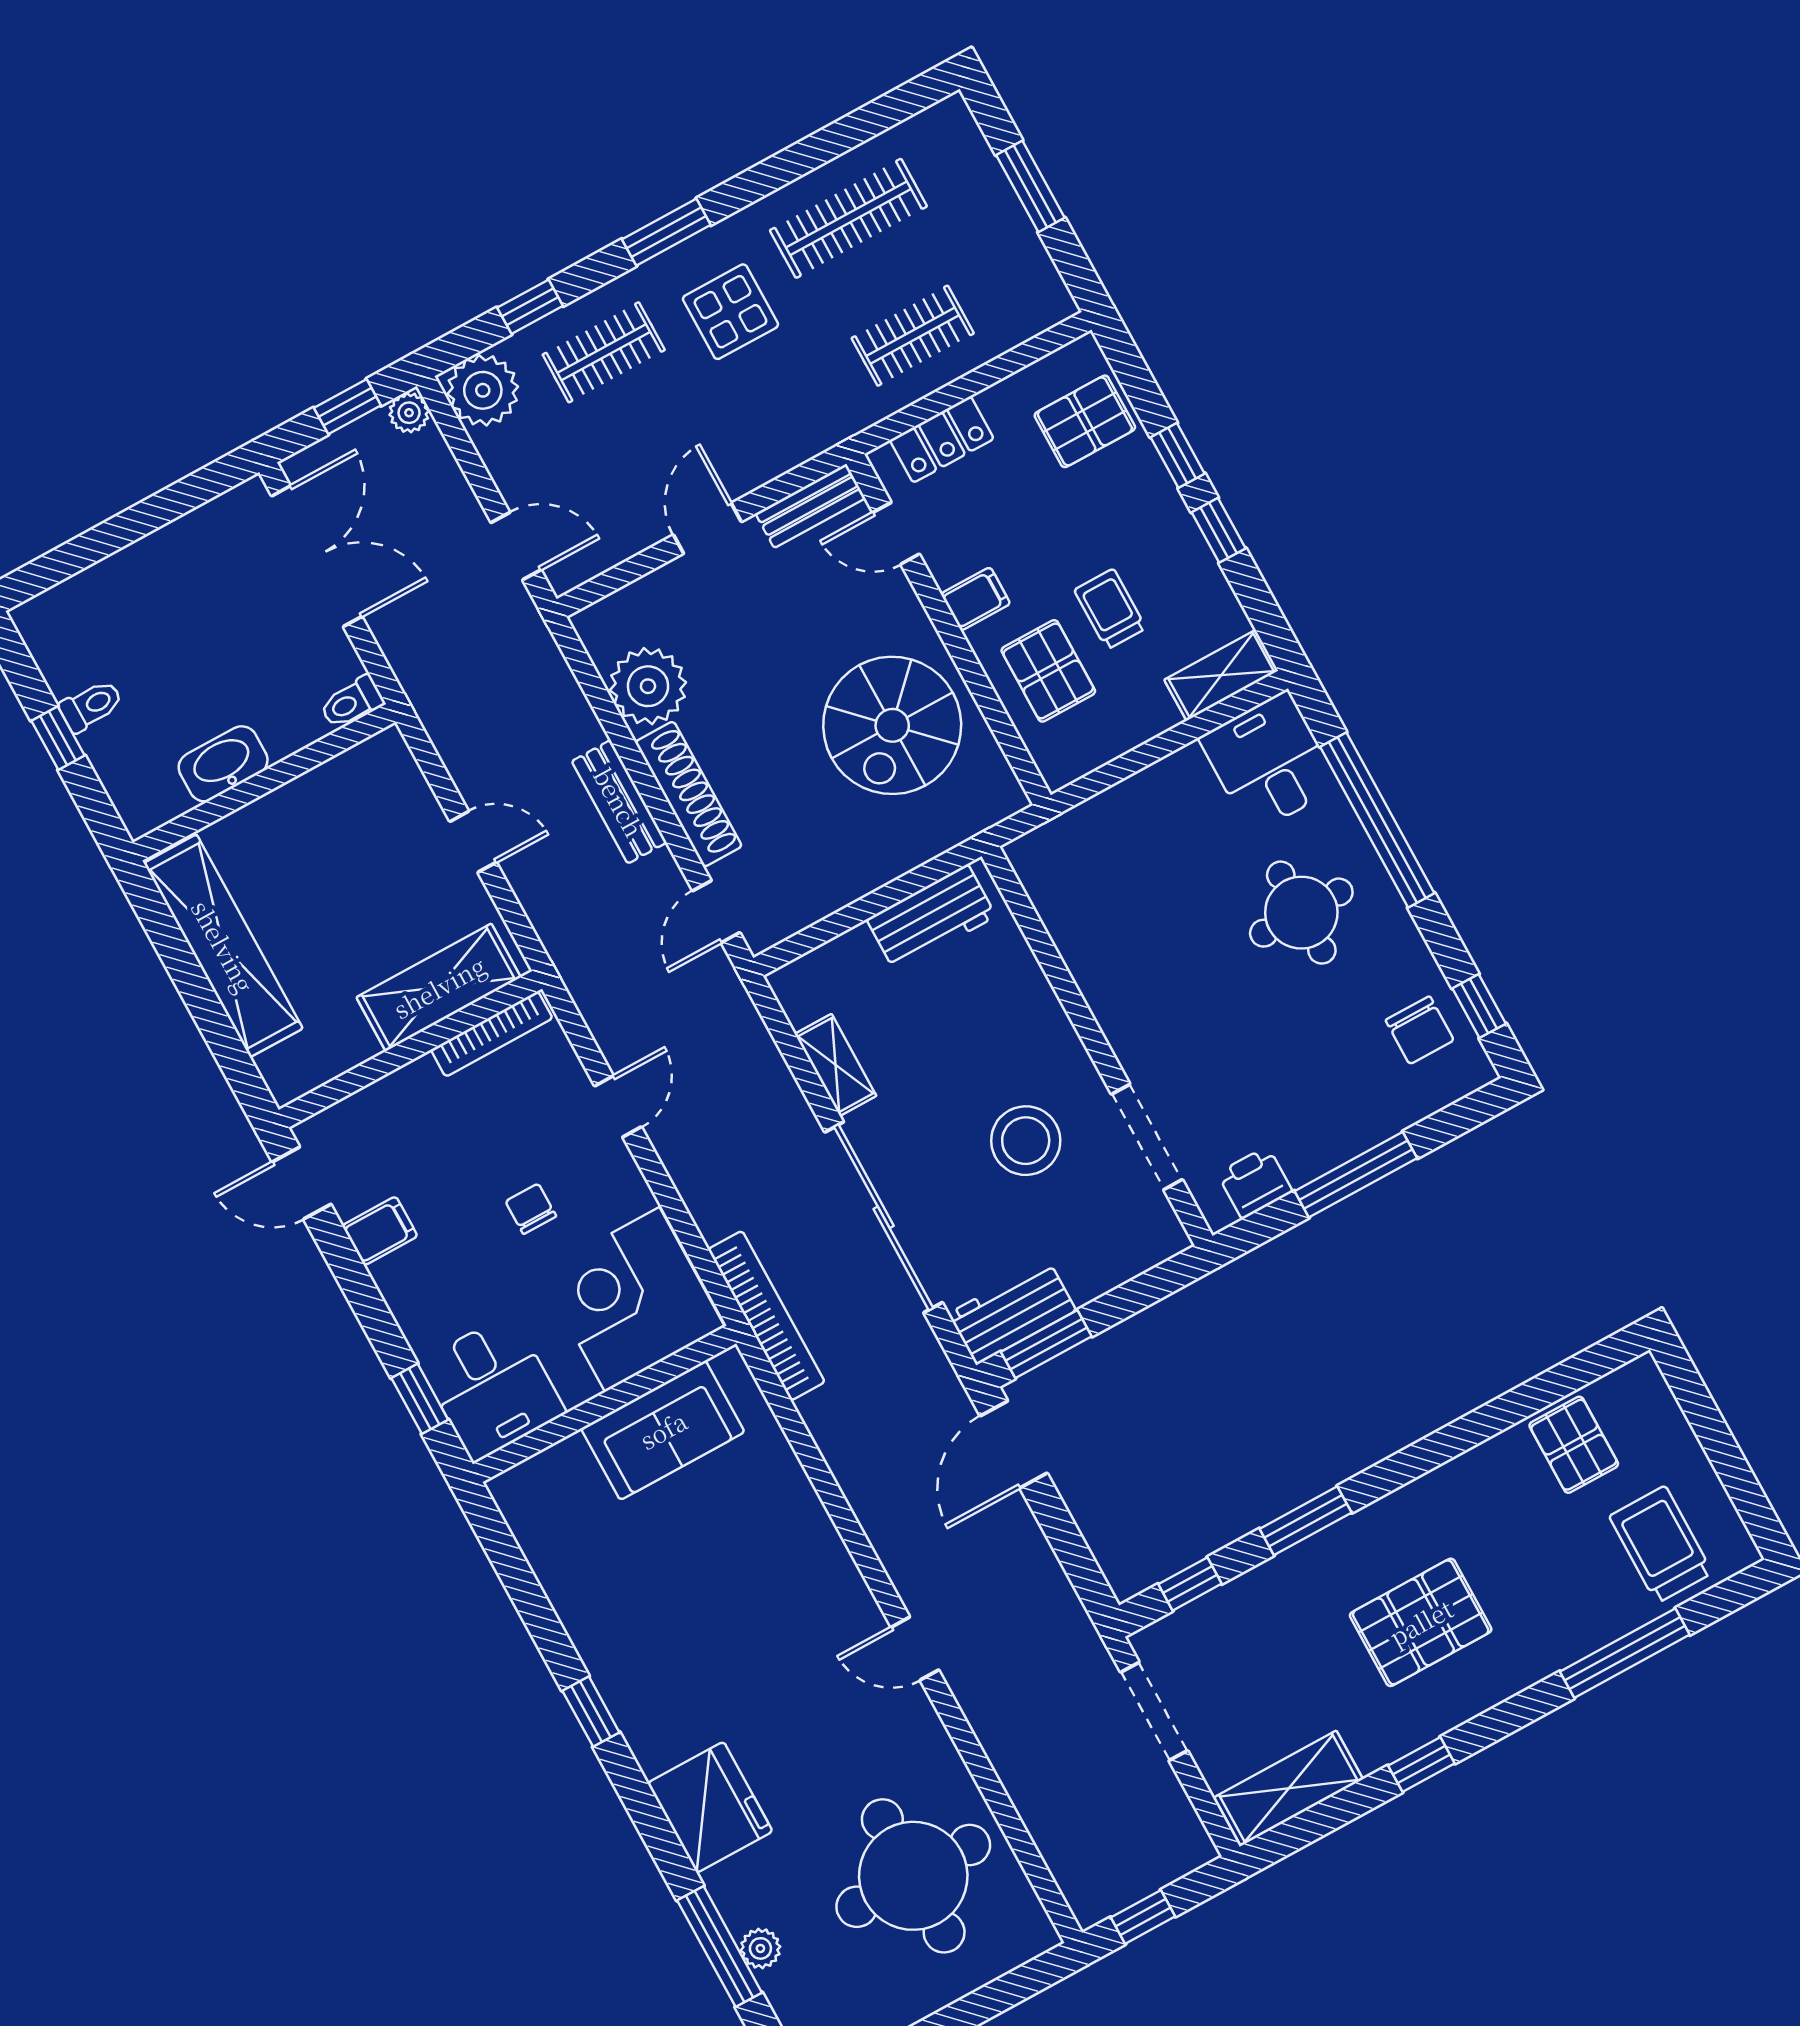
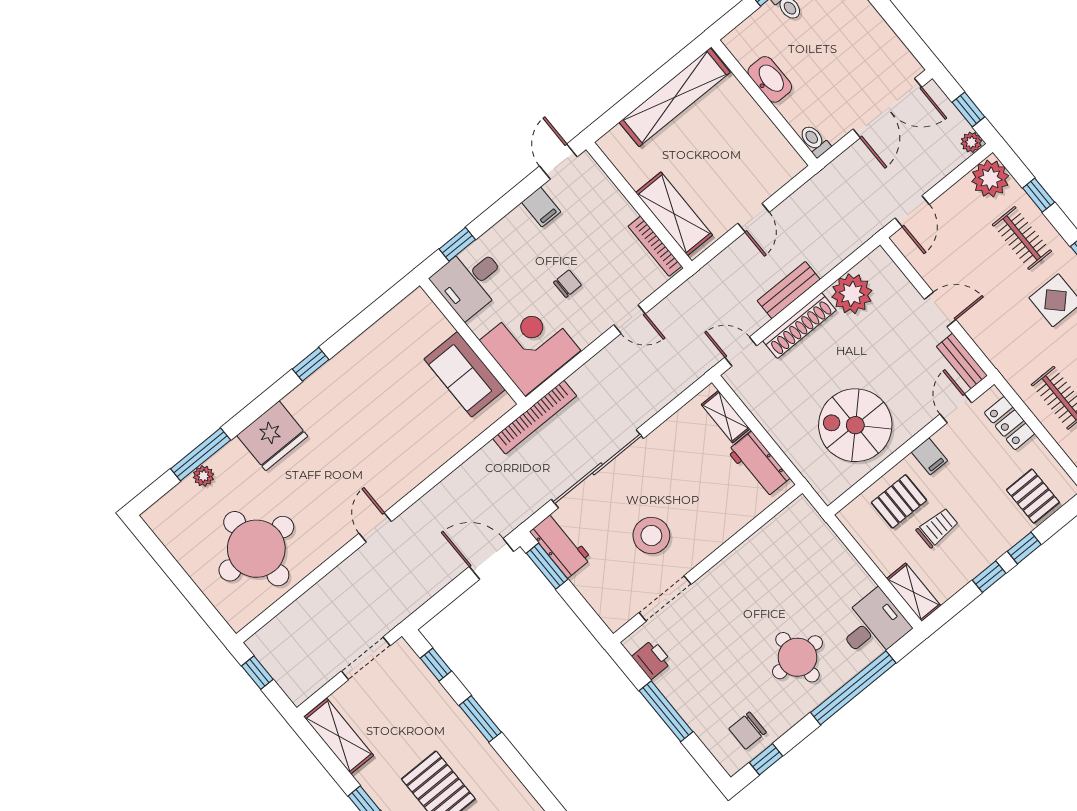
shelving: (836, 1065) -> (726, 417), moved, turned 90

